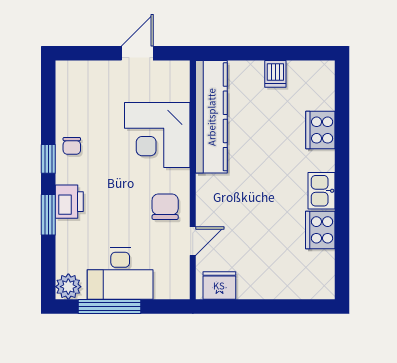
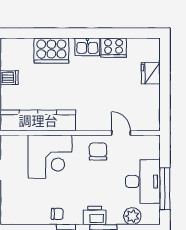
cooker: (320, 130) -> (51, 51), width x1.37, depth x1.31
chair: (165, 207) -> (98, 151), turned 90
fridge: (219, 285) -> (151, 73), moved
plant: (68, 287) -> (132, 216), moved

